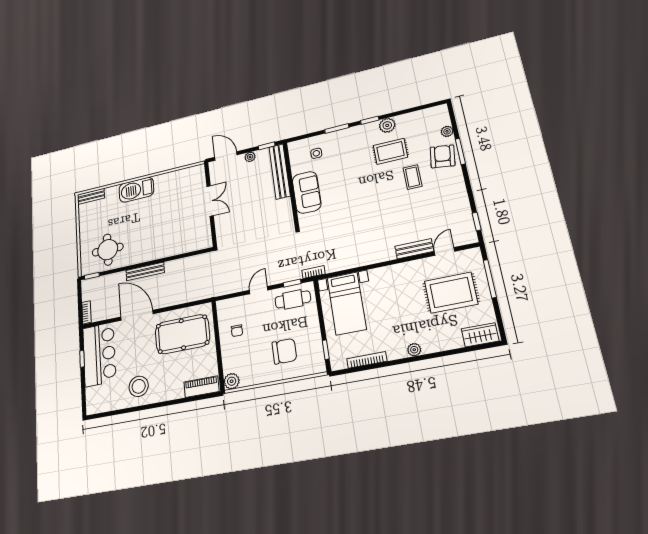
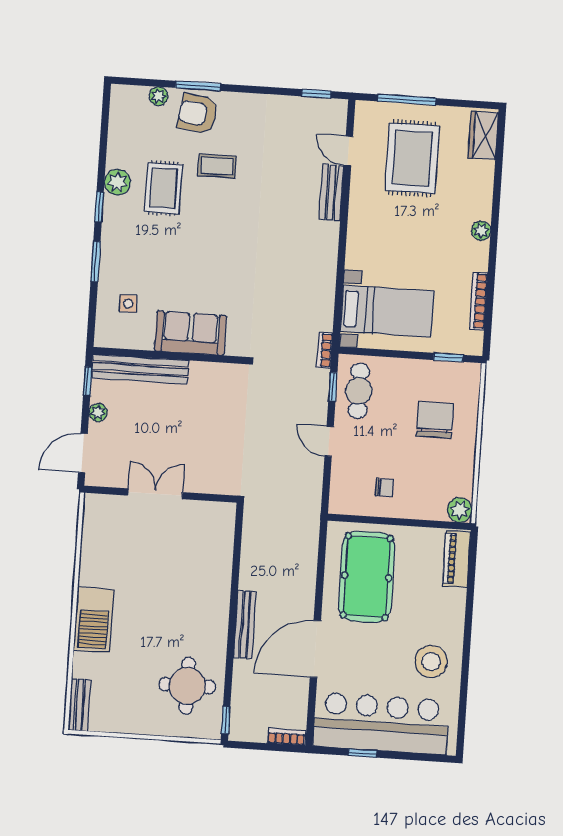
bar counter: (99, 355) -> (381, 723), width x1.36

